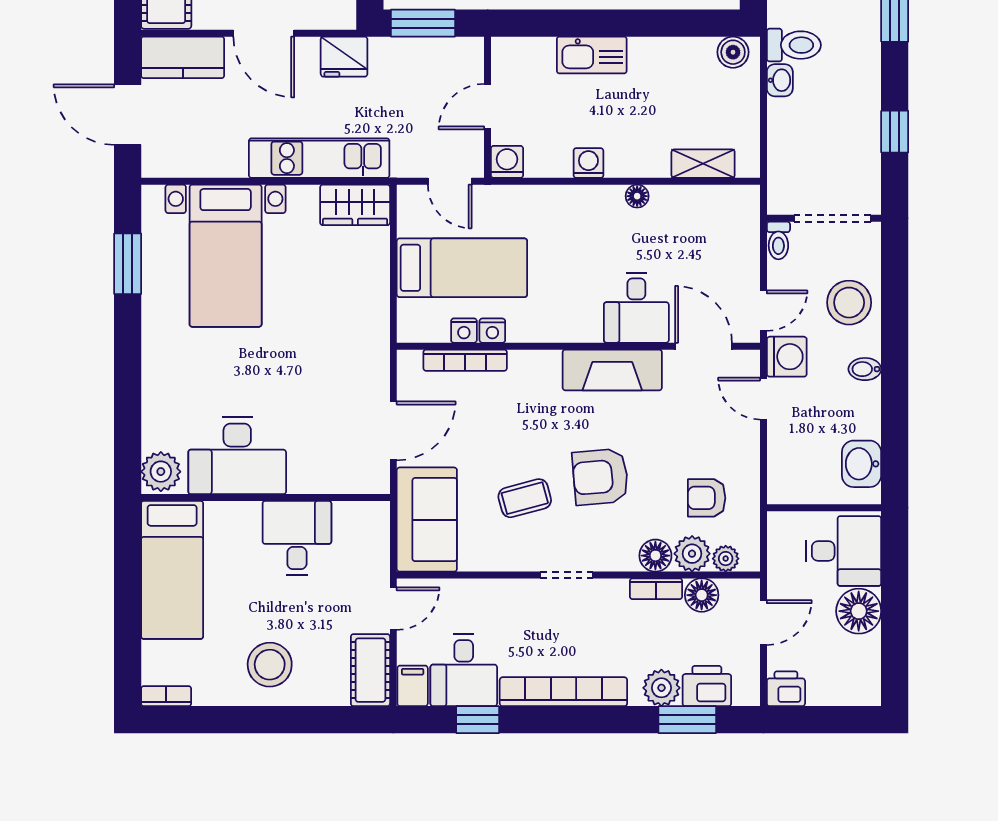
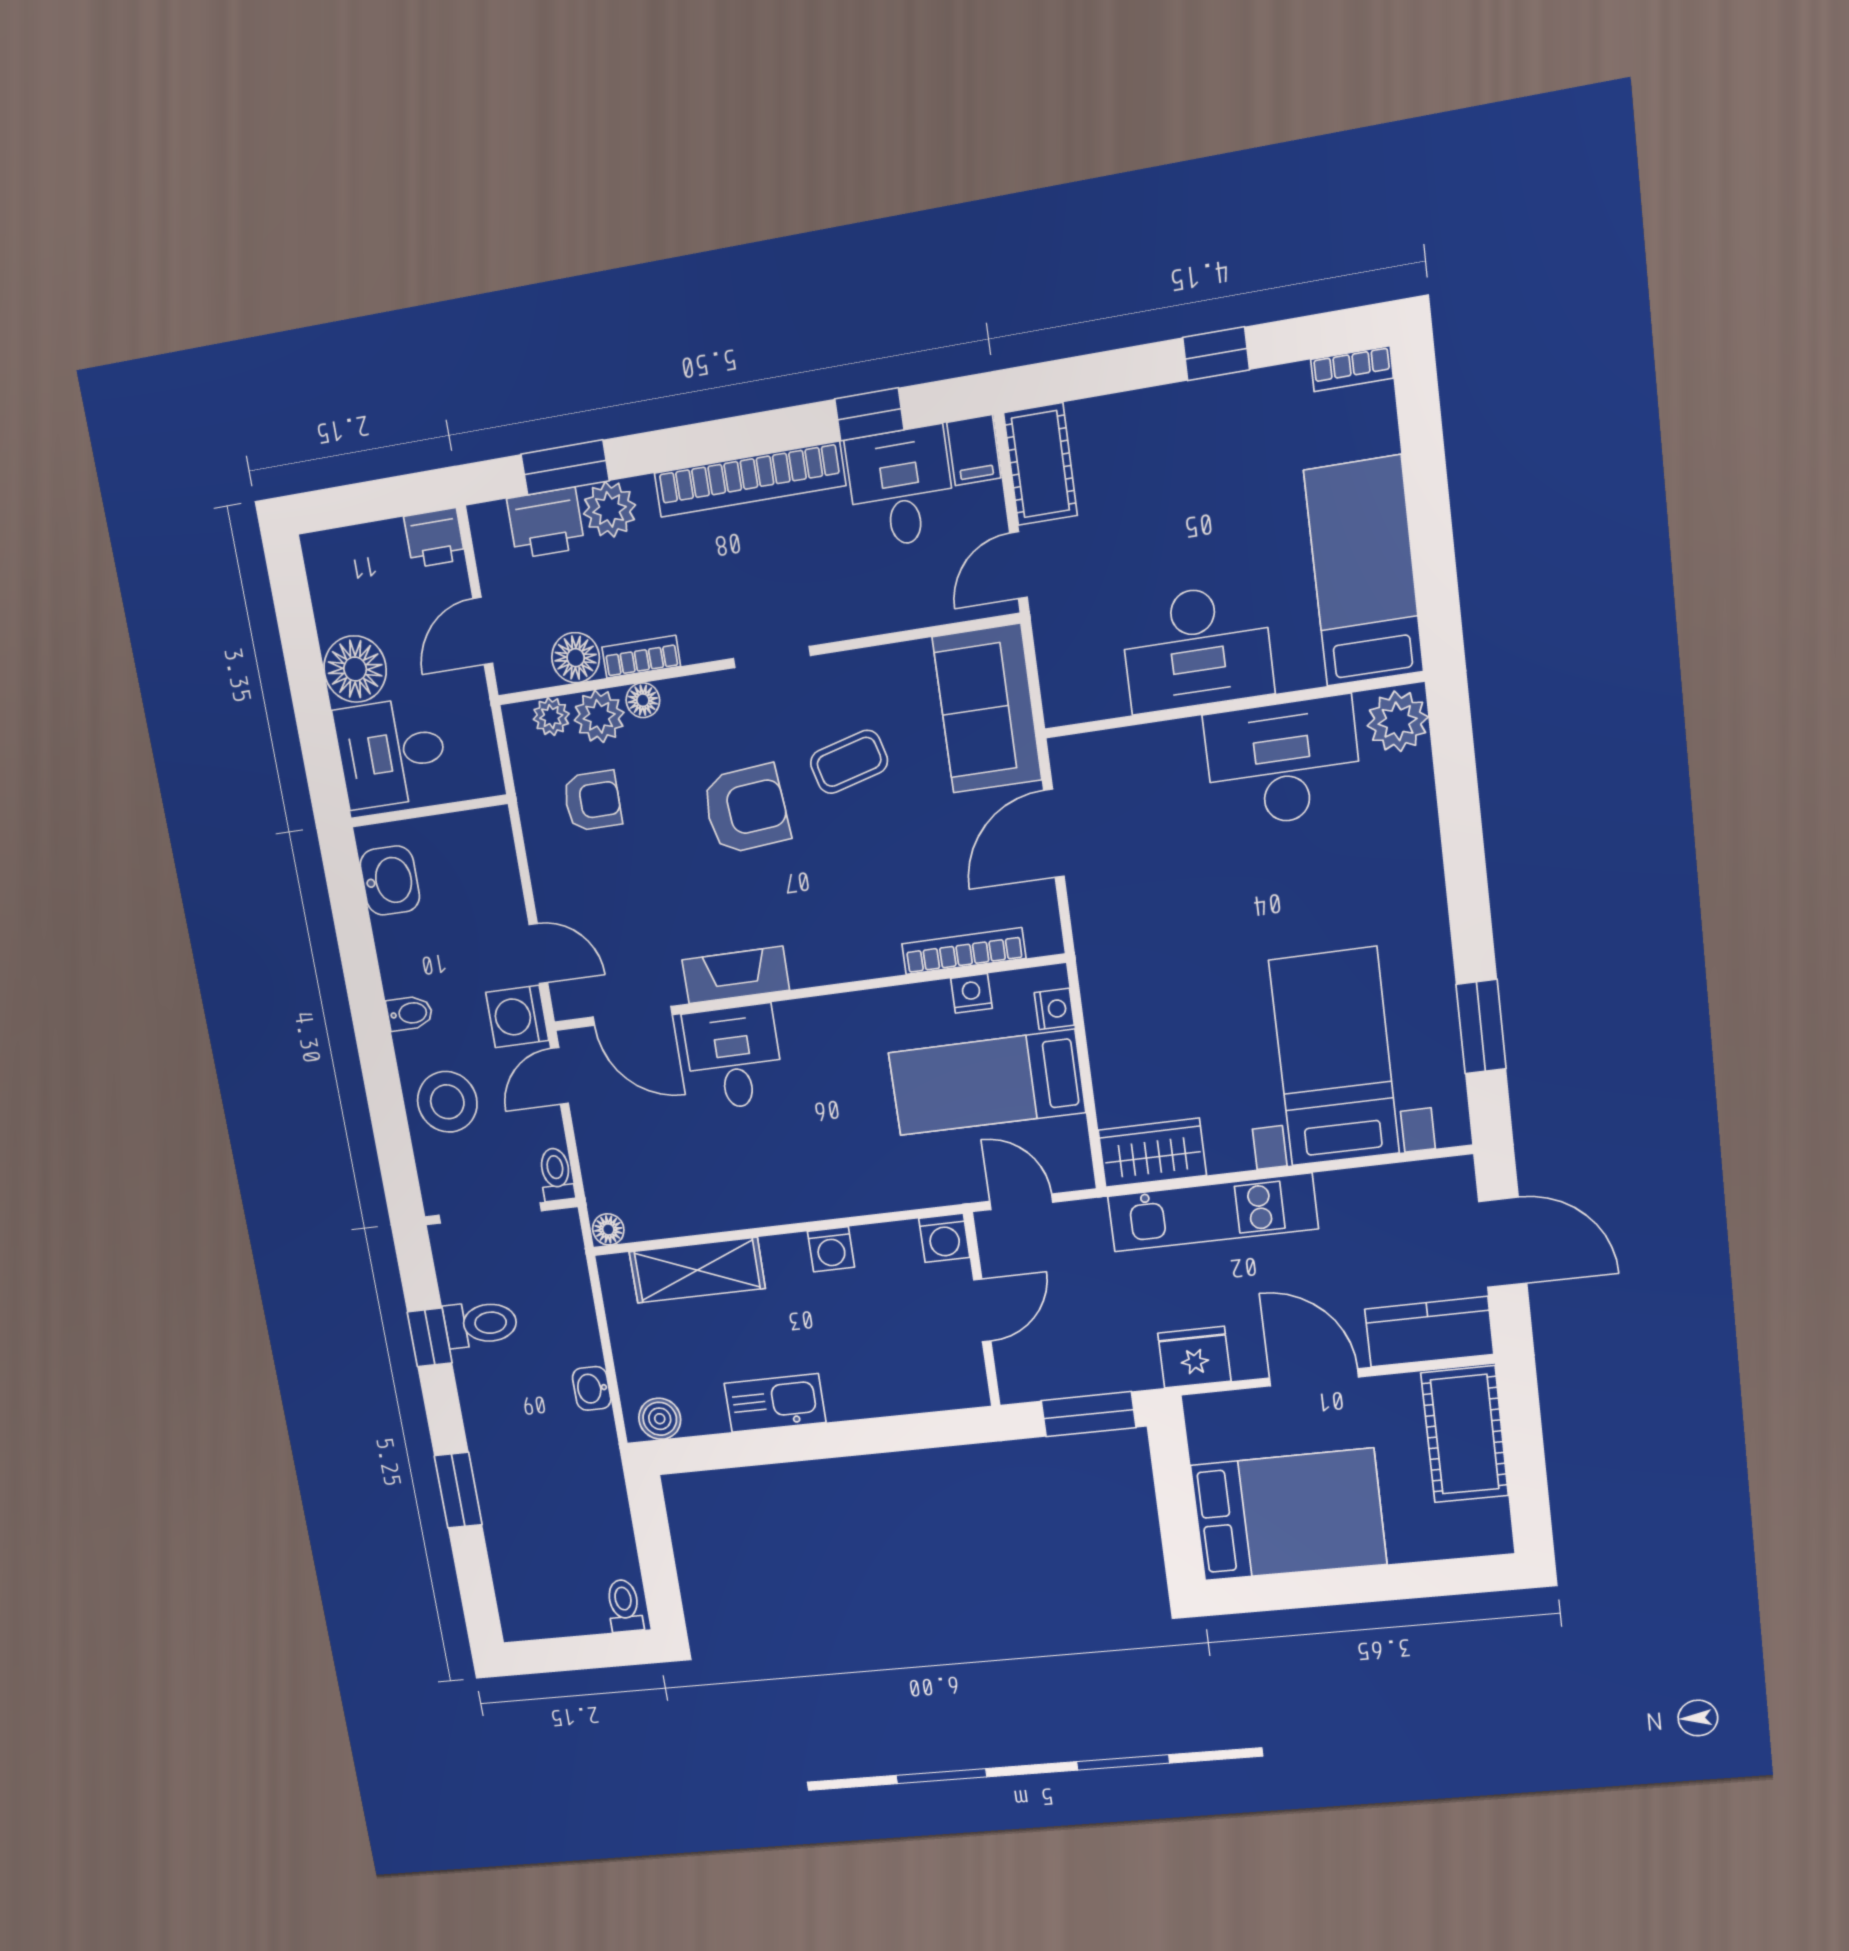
toilet: (794, 45) -> (481, 1324), moved, turned 180
kitchen sink: (592, 55) -> (775, 1403), moved
shelving: (703, 164) -> (697, 1270), width x1.50, depth x1.33
floor lamp: (637, 196) -> (608, 1229), moved
nightstand: (492, 331) -> (1054, 1009), moved, turned 90
fireplace: (612, 370) -> (736, 975), width x0.73, depth x0.76
desk: (297, 538) -> (1197, 648), width x1.37
floor lamp: (655, 556) -> (643, 700), width x0.73, depth x0.73
stool: (270, 665) -> (1195, 447), removed
window: (250, 720) -> (1216, 354), added

